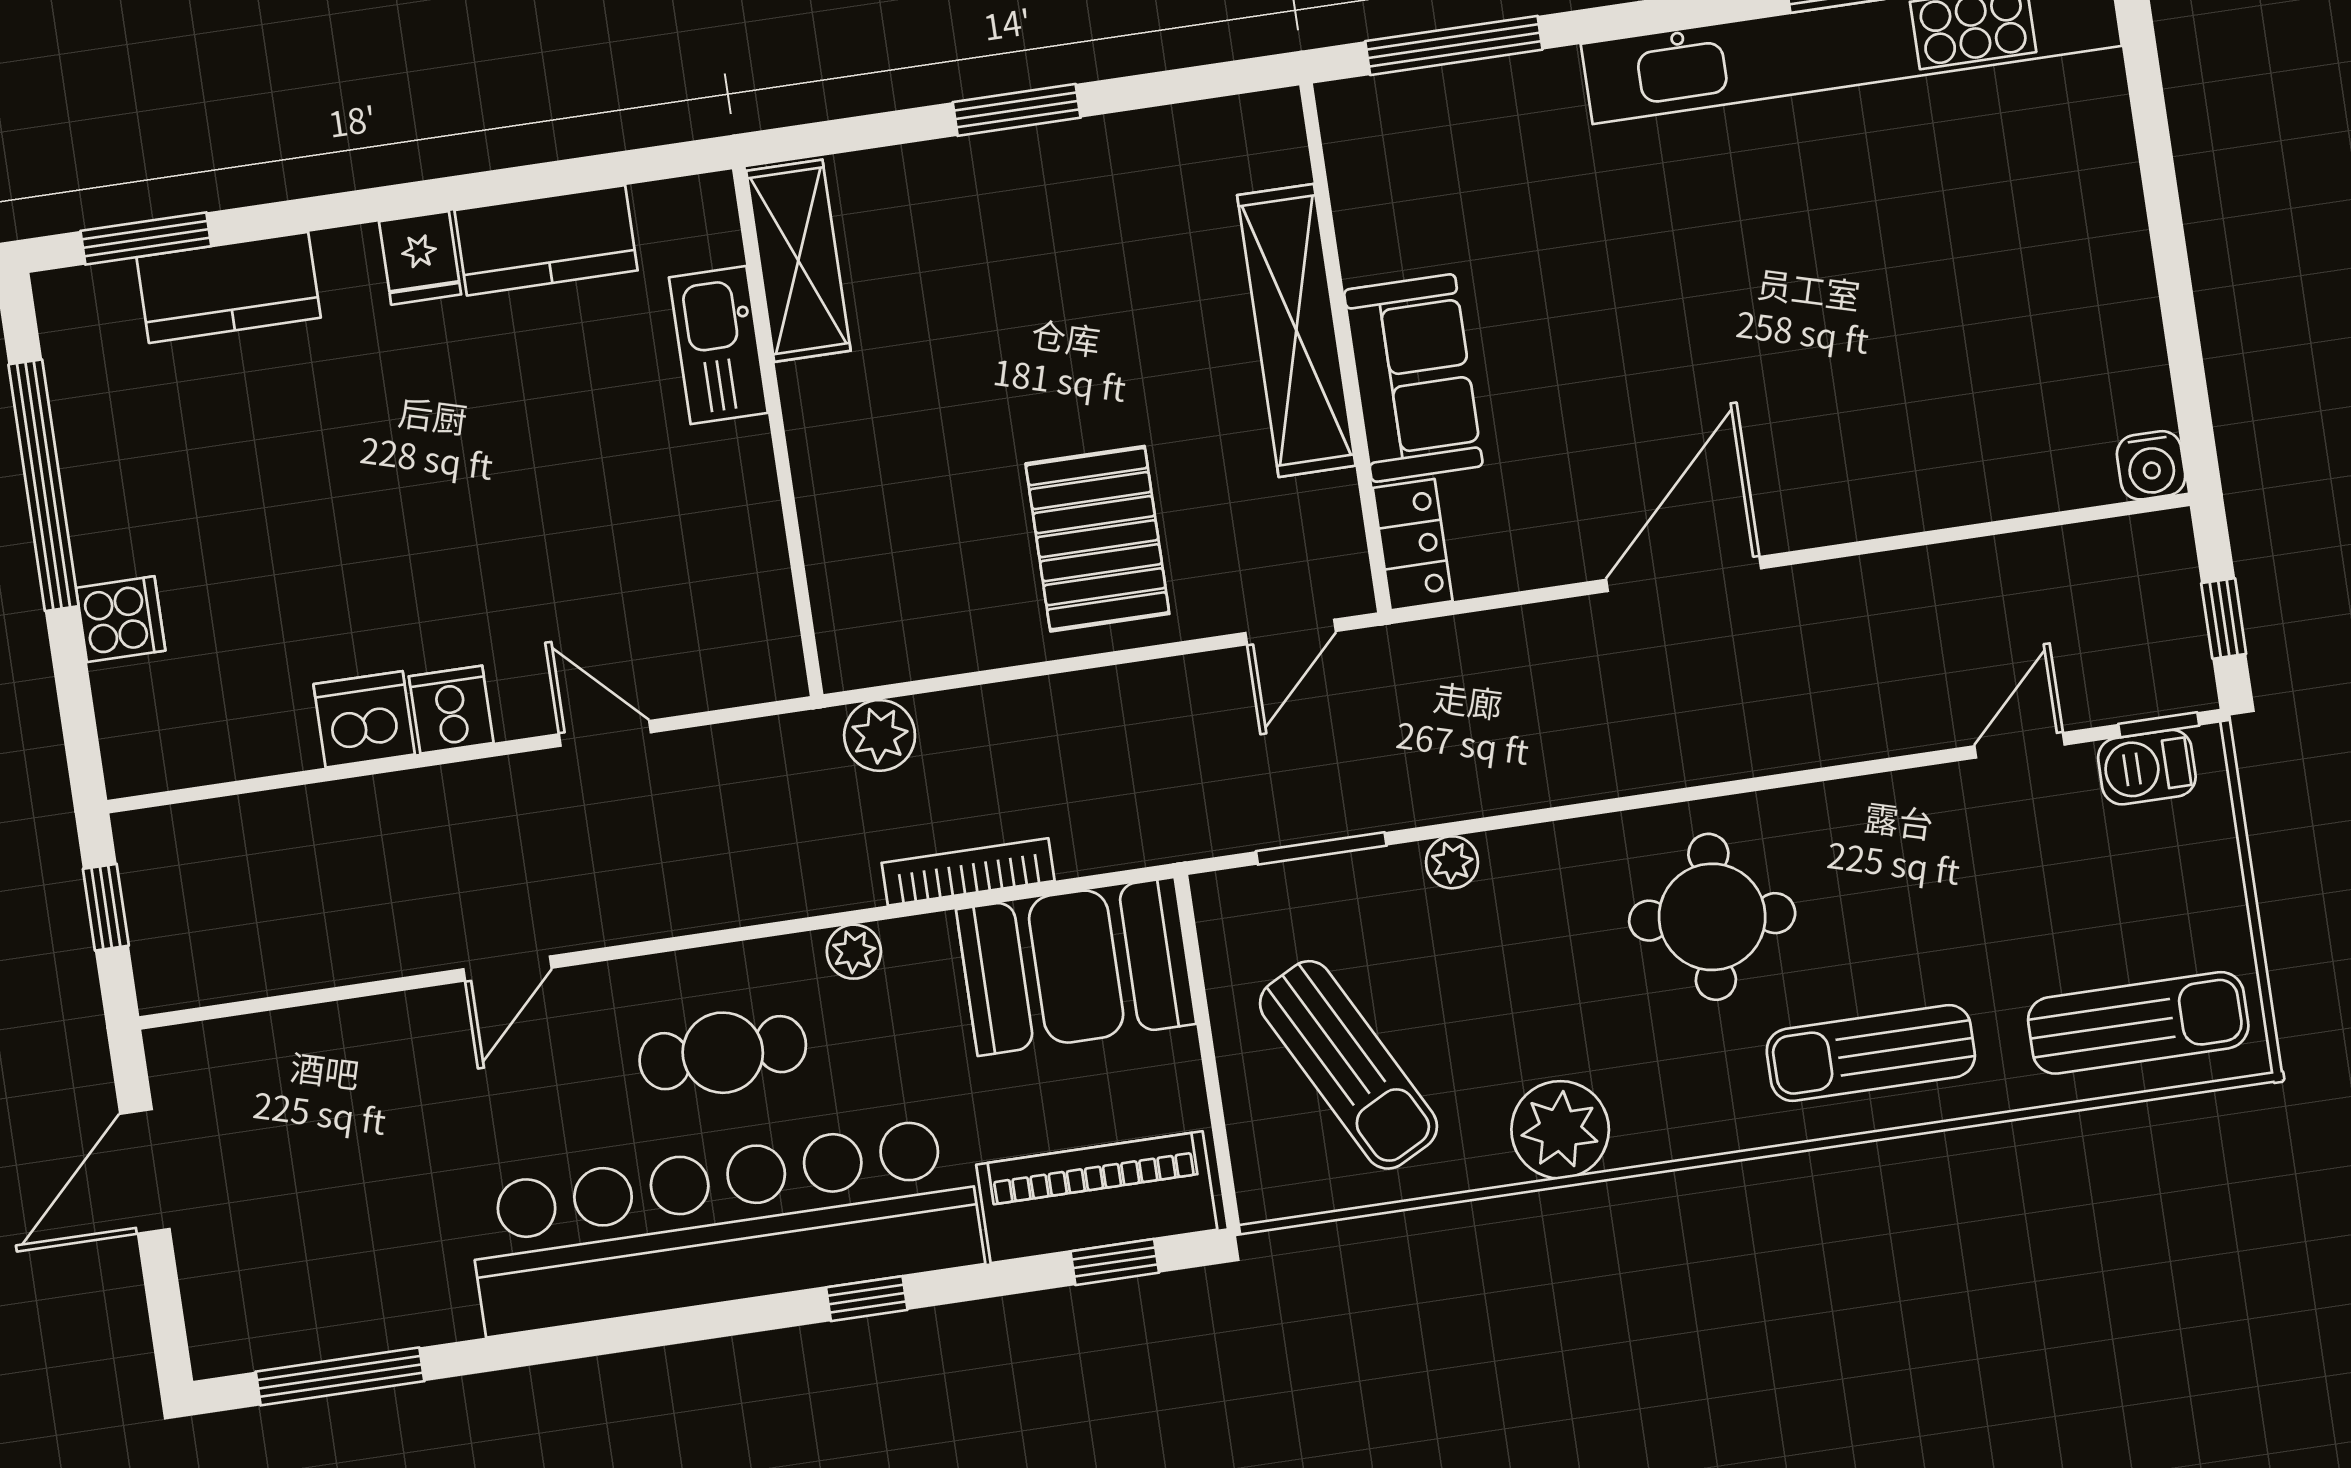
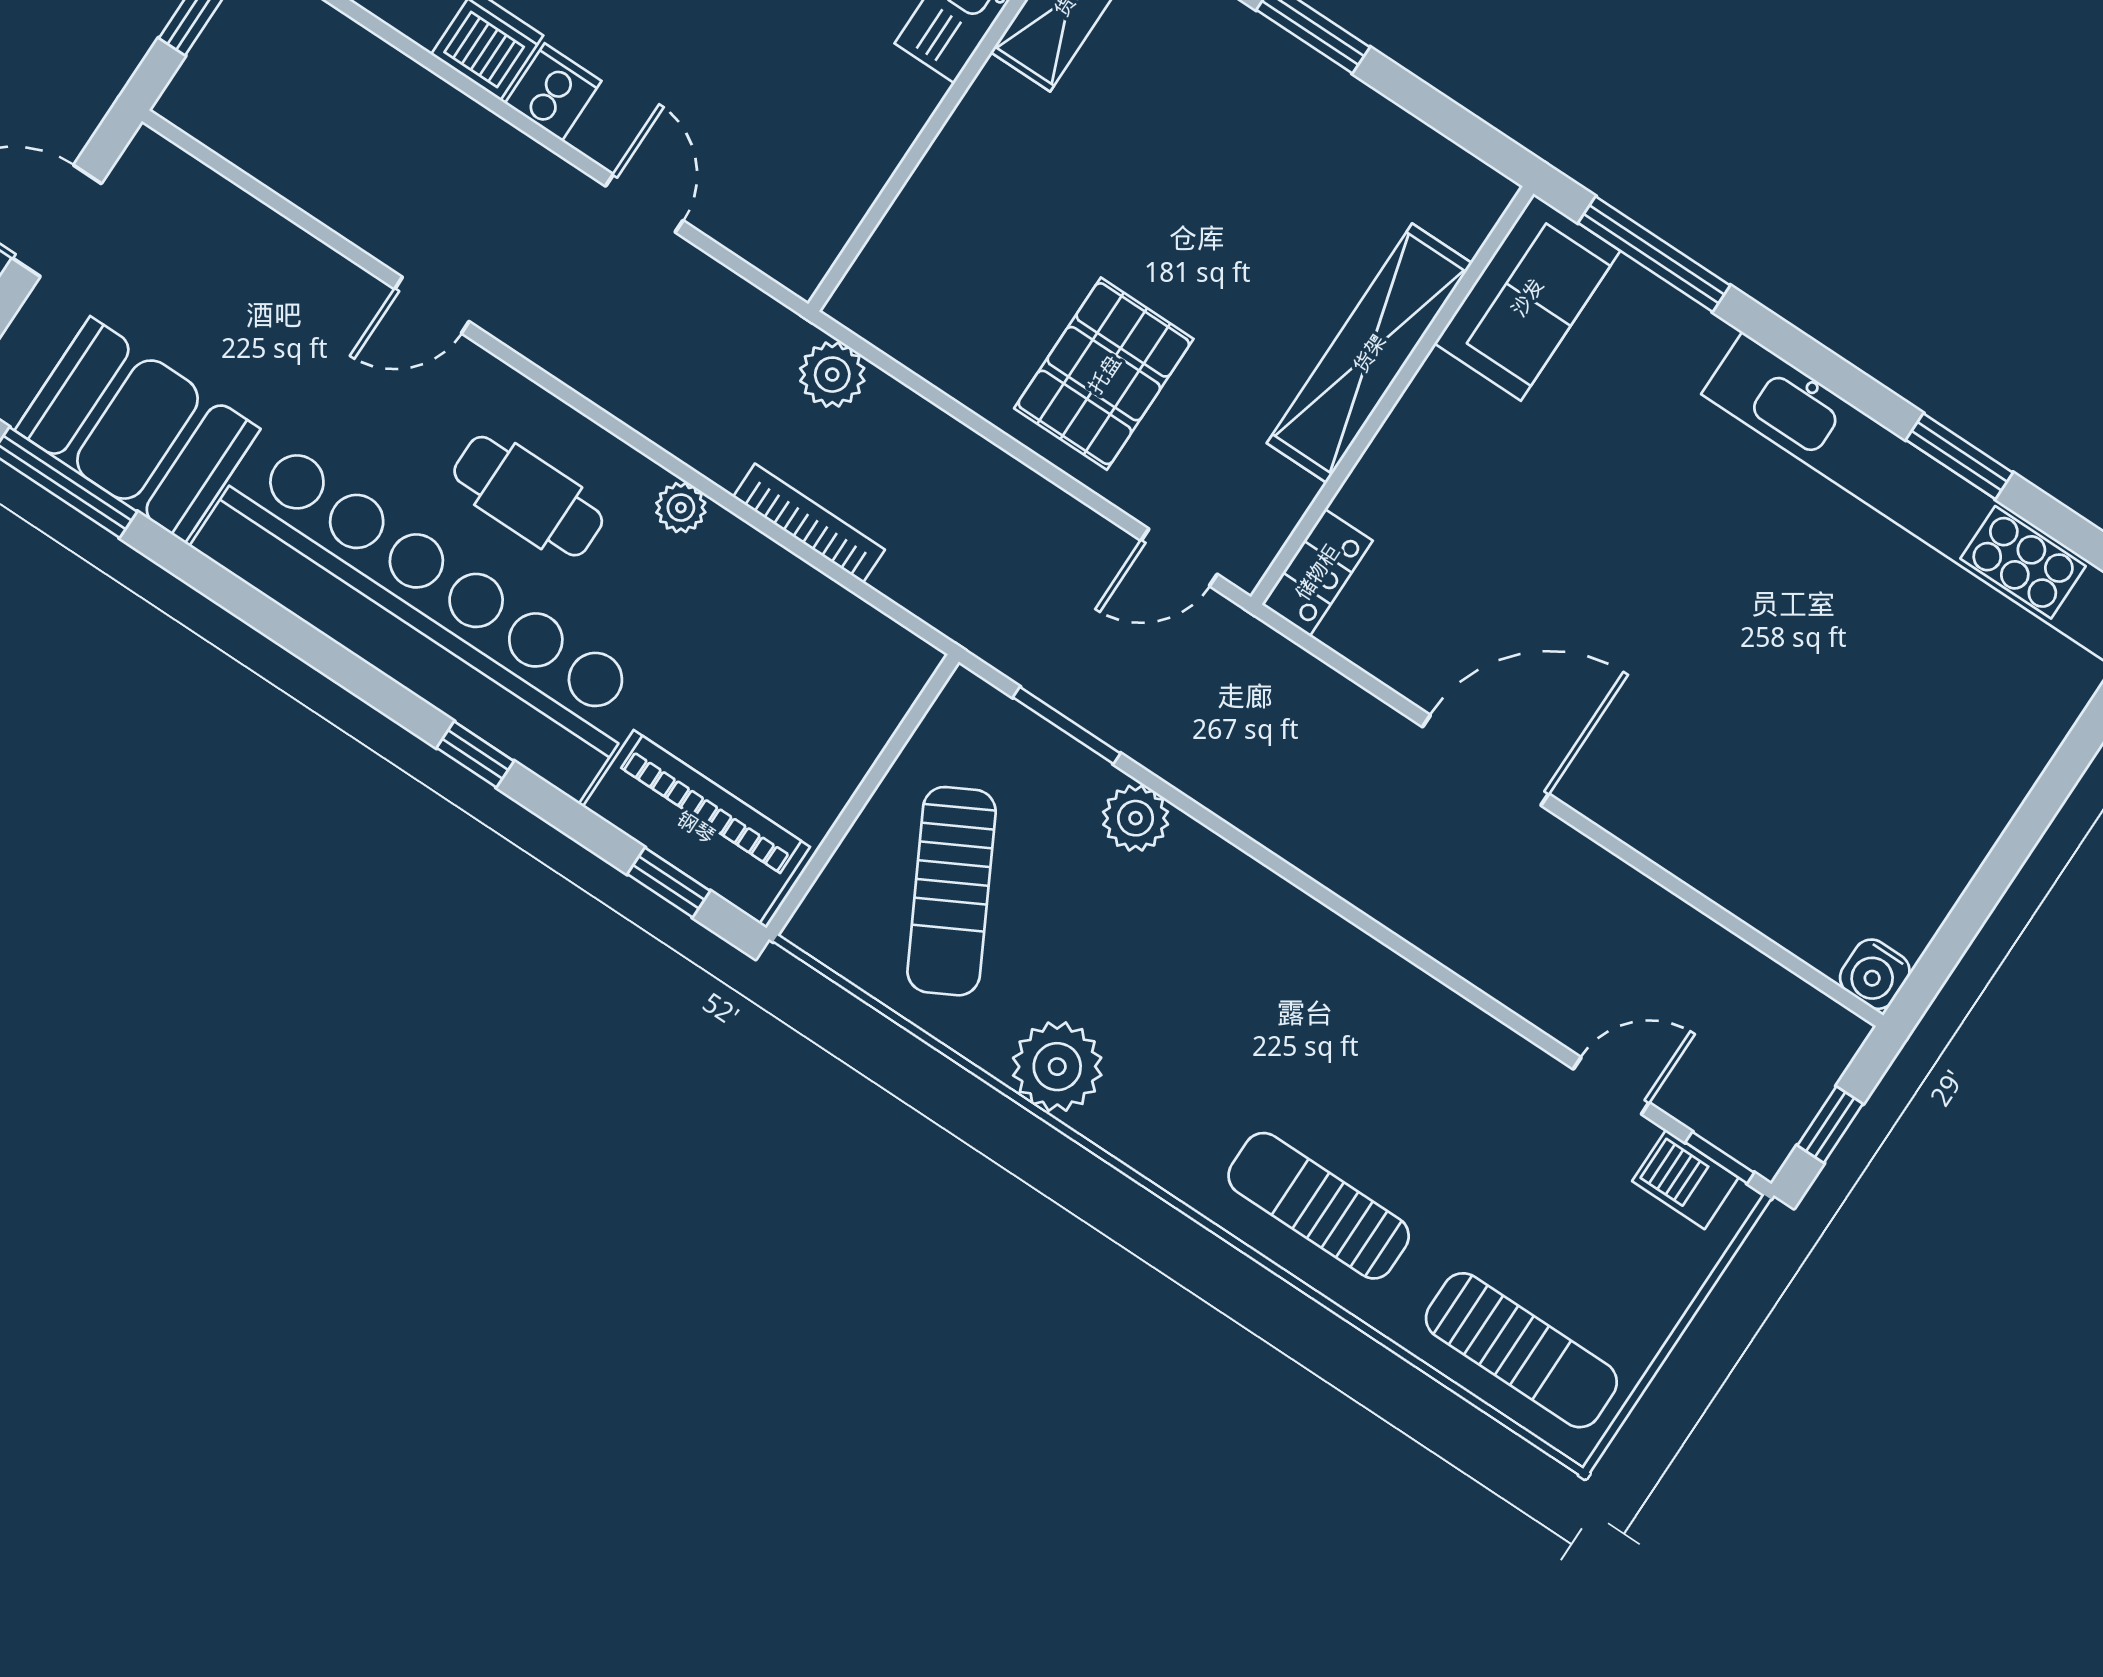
sofa: (1413, 378) -> (1527, 297), moved
plant: (1452, 862) -> (1136, 818), width x1.38, depth x1.38
round table: (1712, 917) -> (1293, 1014), removed
booth: (1076, 967) -> (138, 430), moved

